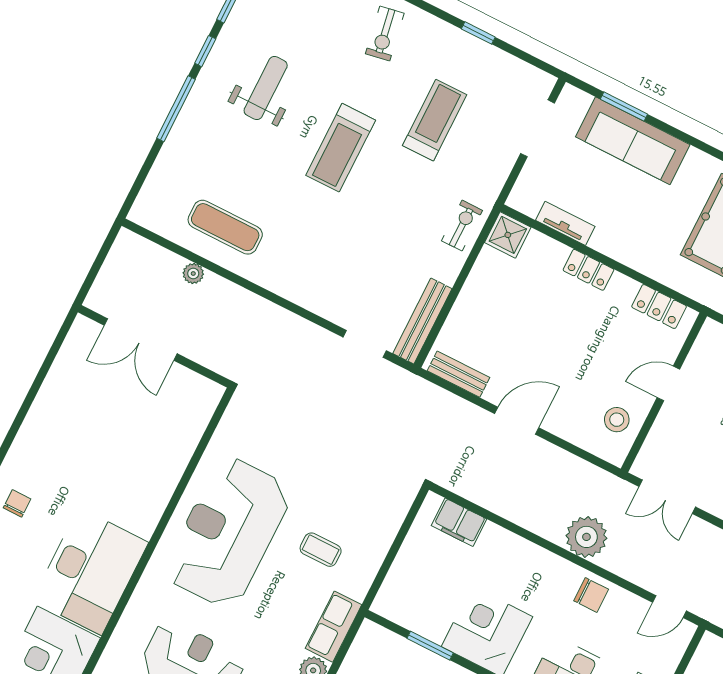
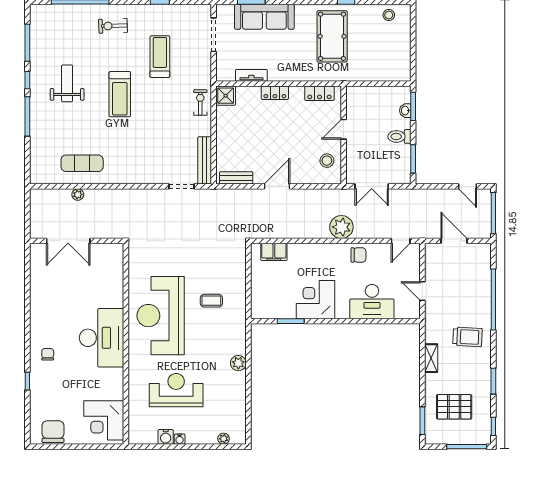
exercise bike: (385, 33) -> (113, 26), turned 98
desk: (90, 571) -> (101, 338), moved
row of seats: (333, 627) -> (237, 336), removed

